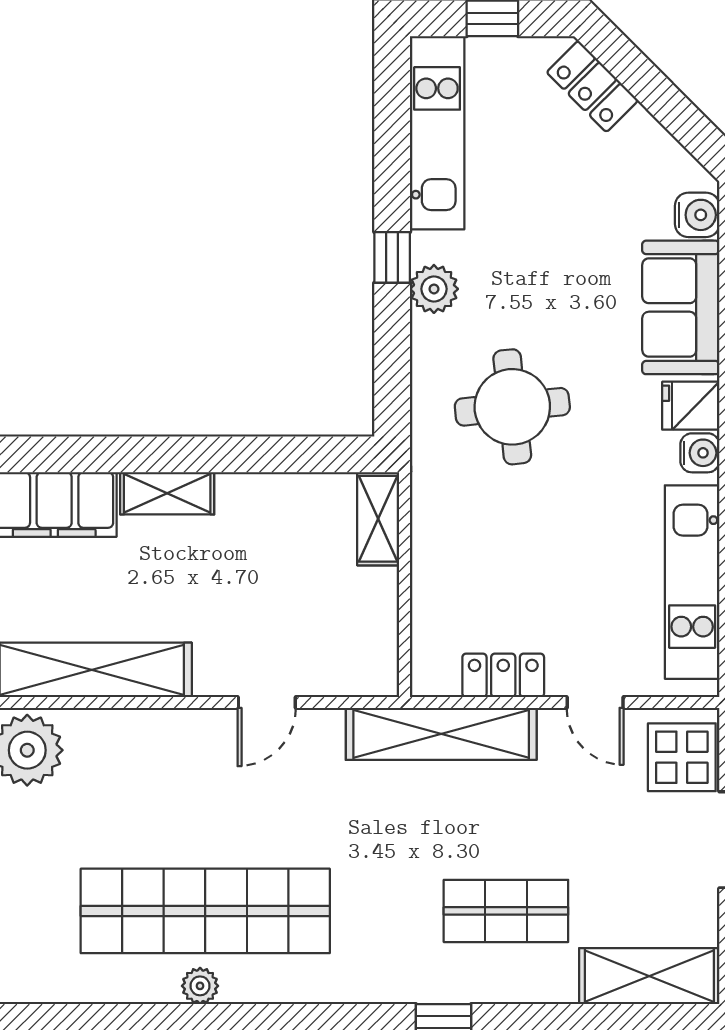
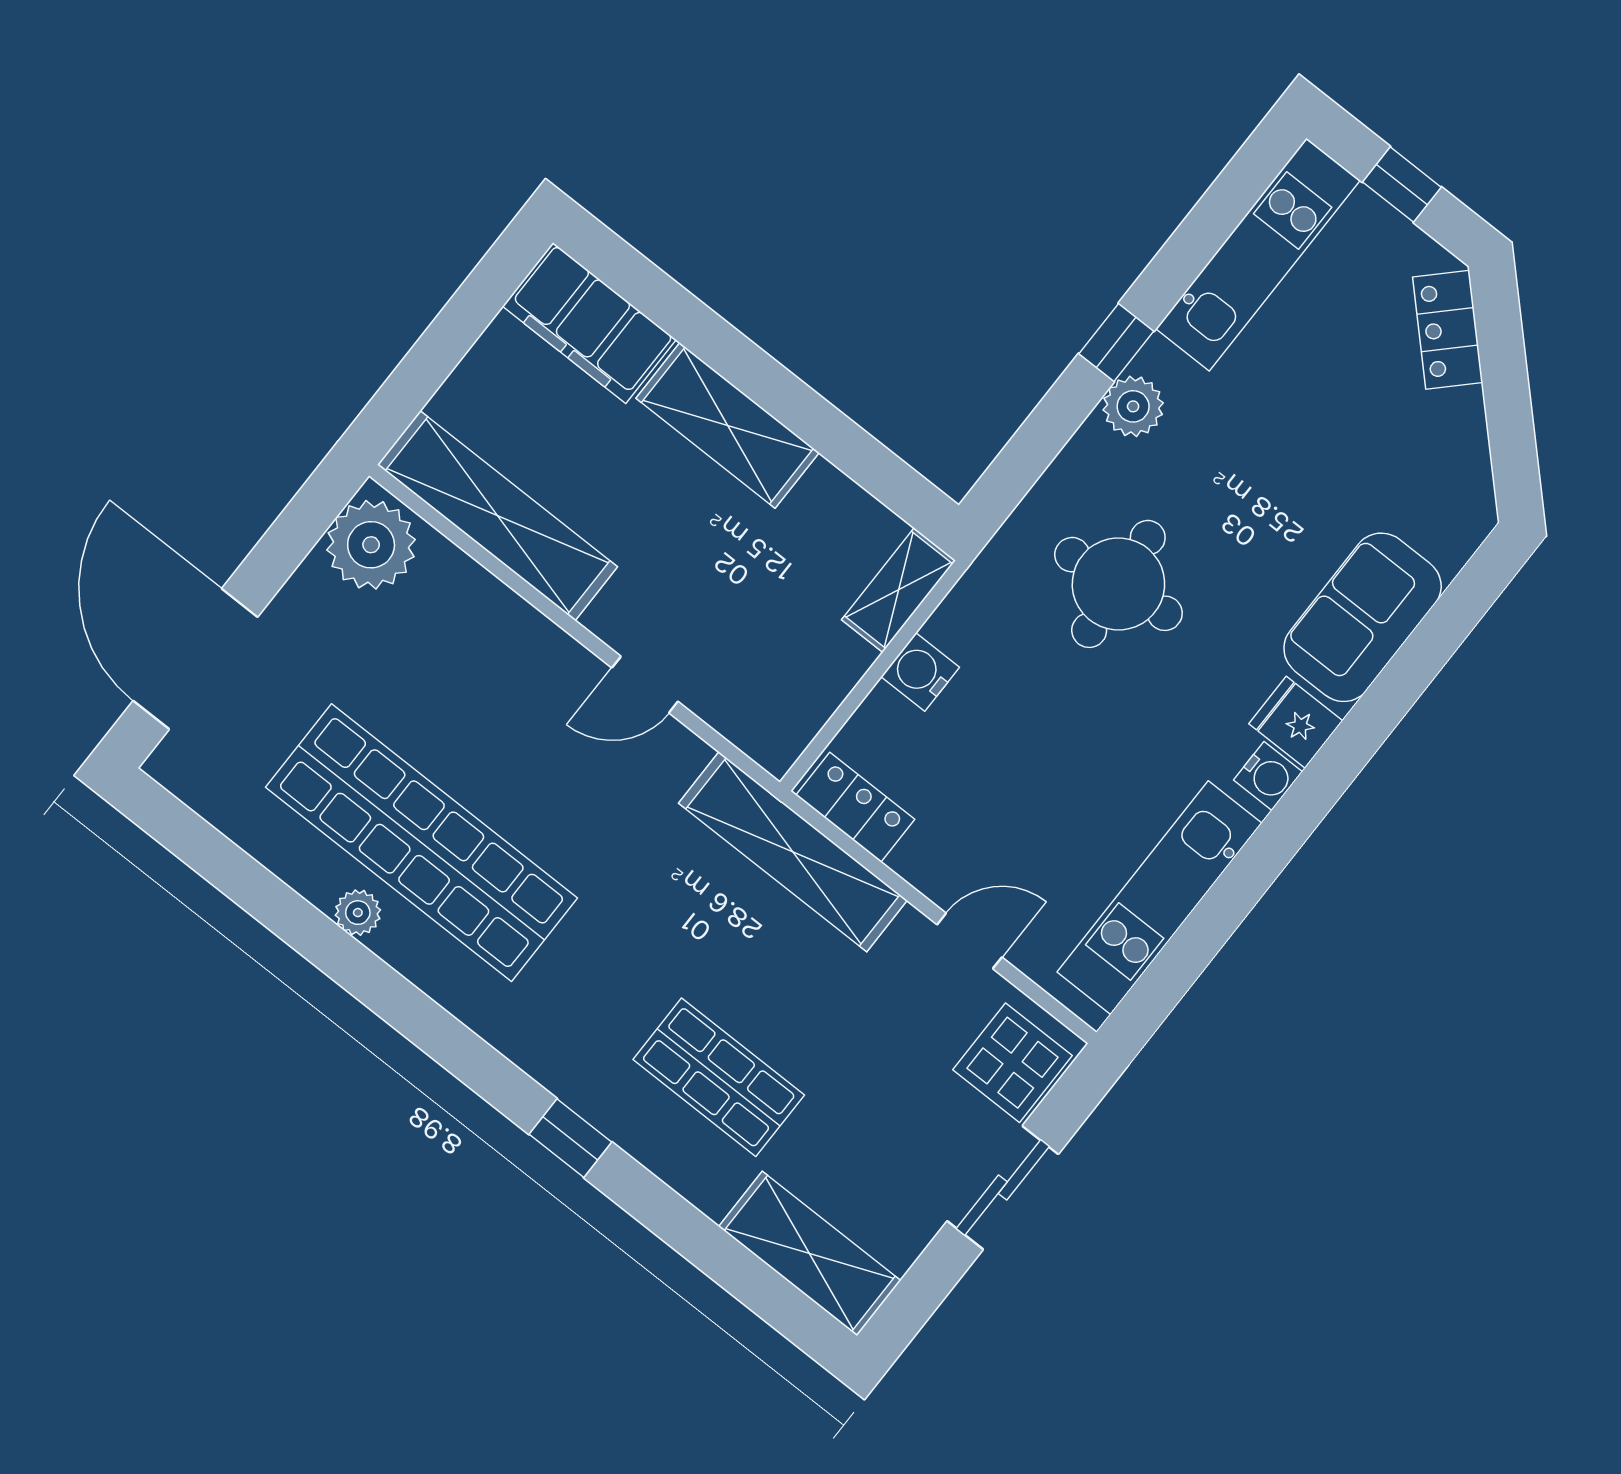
water cooler: (697, 215) -> (920, 672), moved, turned 180
shelving: (167, 493) -> (728, 425), width x1.50, depth x1.33
locker: (503, 675) -> (855, 807), moved
door: (595, 703) -> (969, 941), swing flipped

